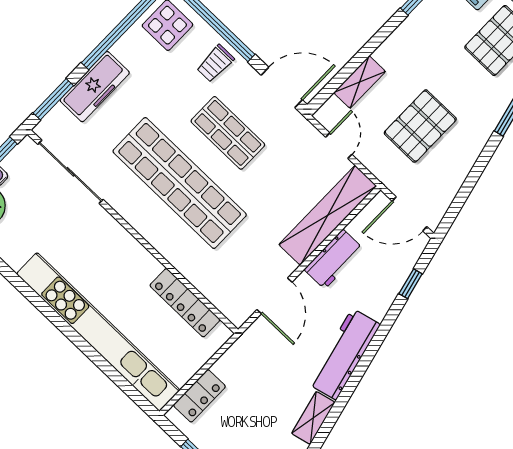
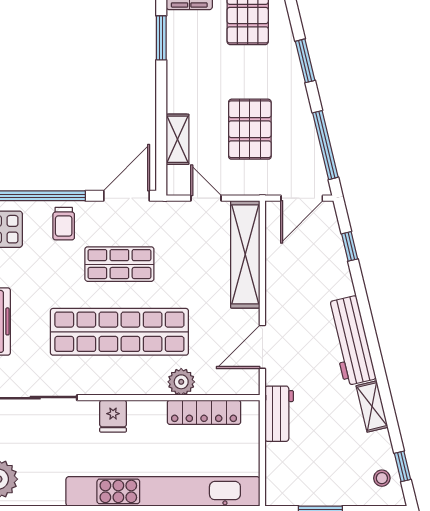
window: (465, 191) -> (325, 145), added
fridge: (115, 241) -> (113, 416), added
workbench: (334, 259) -> (279, 414), moved
plant: (190, 264) -> (181, 382), added
door: (275, 296) -> (262, 347), swing flipped
locker: (199, 396) -> (277, 468), removed

